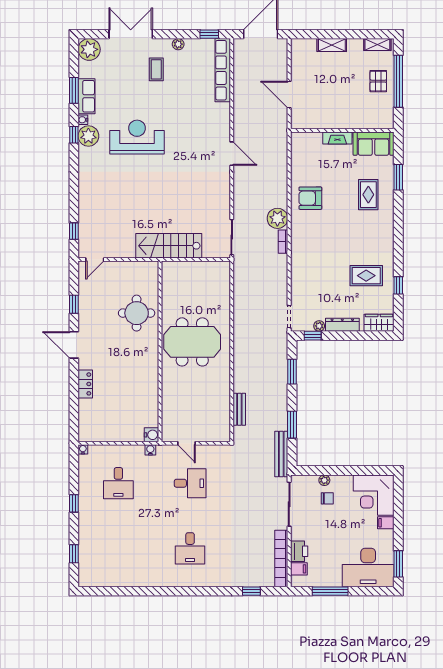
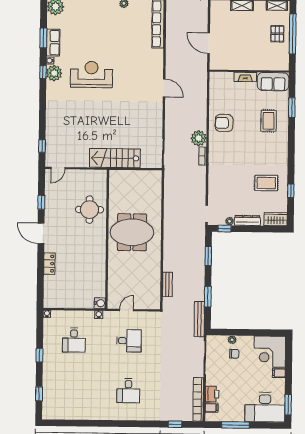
coffee table: (156, 69) -> (107, 23), removed
door: (186, 443) -> (127, 310), swing flipped

